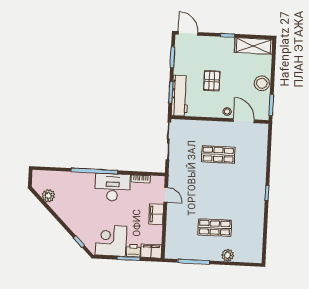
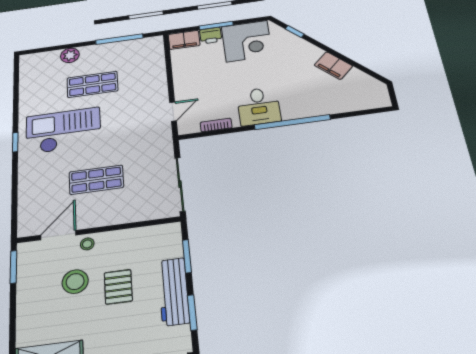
stool: (262, 83) -> (75, 282), moved
workbench: (180, 96) -> (173, 291), moved
door: (244, 121) -> (58, 235), swing flipped
desk: (112, 187) -> (259, 106), width x0.73
door: (166, 195) -> (173, 112), swing flipped
checkout: (236, 195) -> (63, 131), added
plant: (48, 196) -> (357, 78), removed
filing cabinet: (156, 214) -> (333, 66), moved, turned 135

